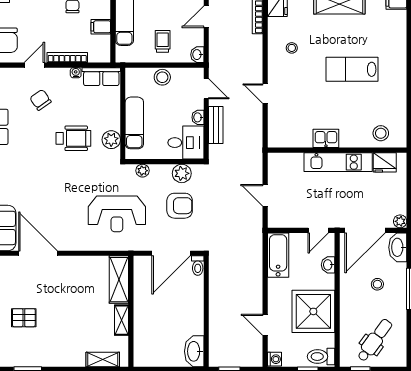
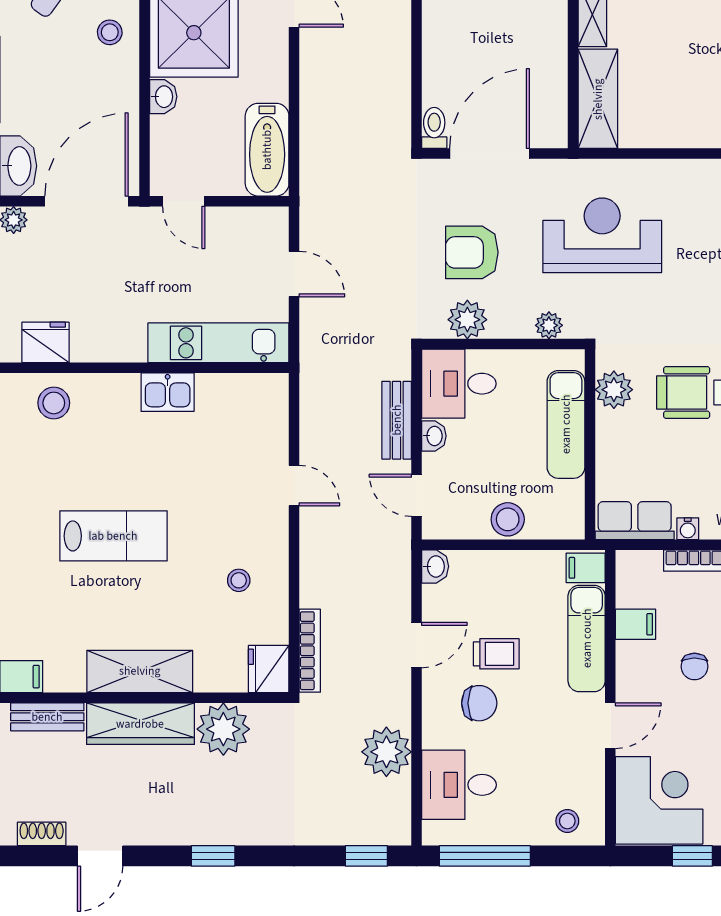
trolley: (163, 41) -> (496, 654), moved, turned -90
filing cabinet: (125, 54) -> (586, 568), added
kitchen unit: (338, 162) -> (218, 343), moved
door: (318, 230) -> (184, 201), swing flipped
washbasin: (328, 265) -> (163, 97), moved
stool: (377, 284) -> (110, 32), moved

